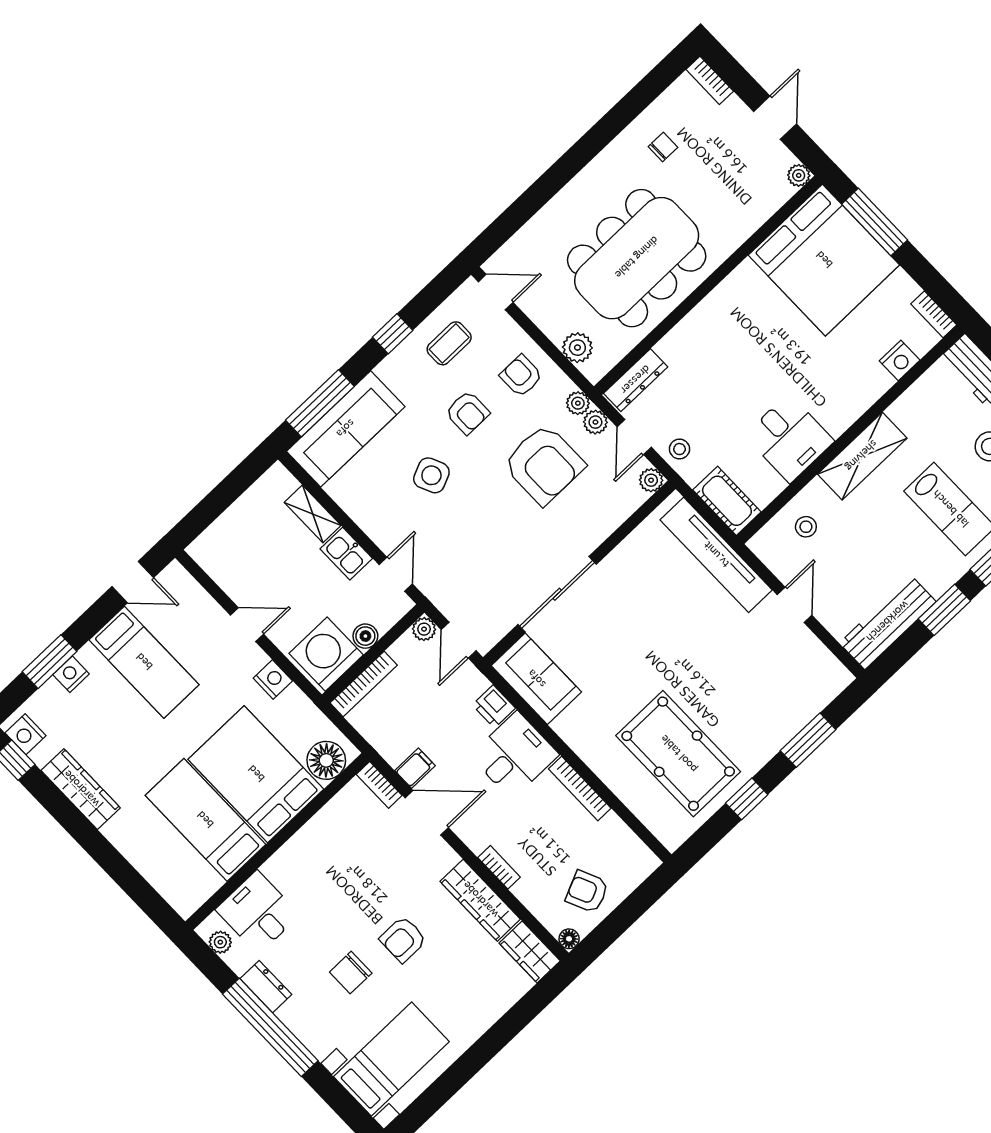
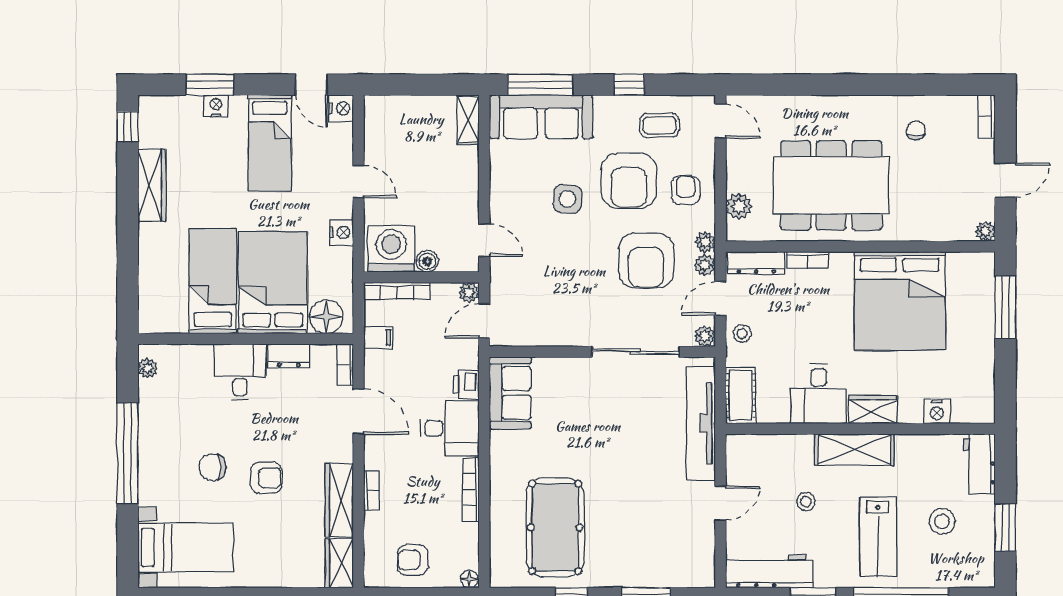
chair: (663, 147) -> (916, 130), turned -90
bed: (824, 260) -> (900, 301), moved
bookcase: (934, 314) -> (808, 260), moved, turned -90
wardrobe: (846, 409) -> (873, 409), added
armchair: (467, 413) -> (629, 181), width x1.88, depth x1.88
side table: (431, 475) -> (567, 199), turned 31
shelving: (313, 514) -> (468, 120), moved
stool: (806, 527) -> (806, 502), moved
kitchen sink: (346, 554) -> (465, 197), removed
door: (396, 574) -> (484, 240), hinge flipped
sliding door: (557, 594) -> (635, 352), moved
nightstand: (26, 734) -> (341, 108), moved, turned 180
filing cabinet: (415, 768) -> (378, 337), moved
armchair: (587, 892) -> (413, 560), turned -66
desk: (258, 912) -> (240, 372), moved
armchair: (403, 939) -> (266, 478), turned 180
floor lamp: (569, 939) -> (469, 579), moved
dresser: (266, 987) -> (289, 356), moved, turned 90

